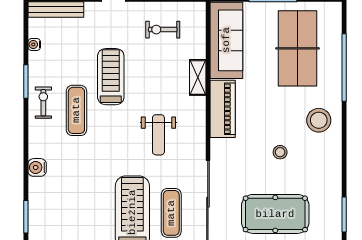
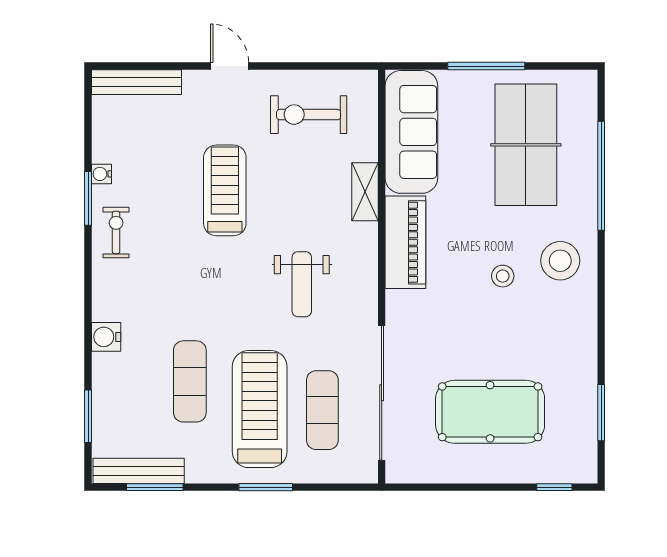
exercise bike: (163, 30) -> (309, 115), width x1.38, depth x1.39
water cooler: (34, 44) -> (101, 174), moved
exercise mat: (76, 110) -> (190, 381), moved
stool: (280, 152) -> (503, 276), moved

